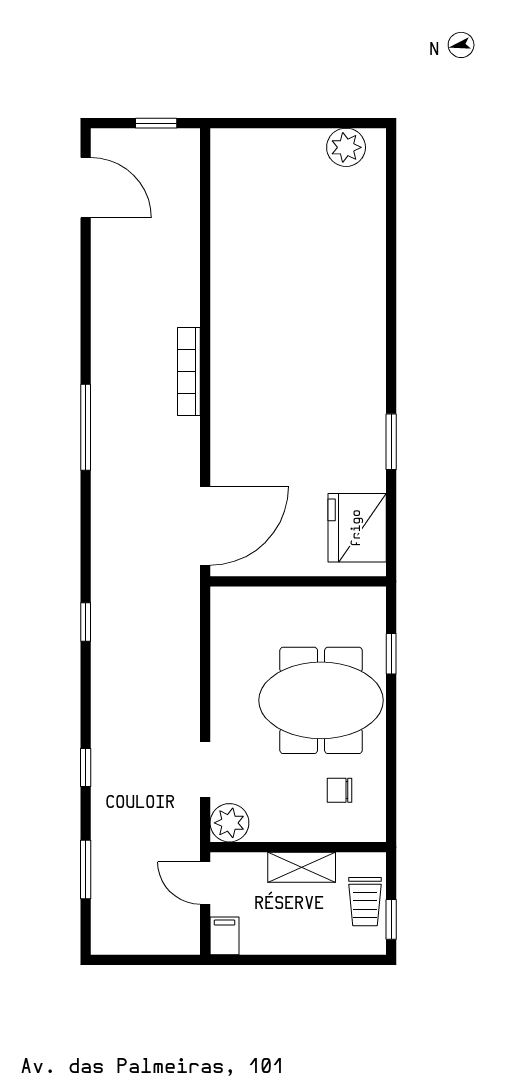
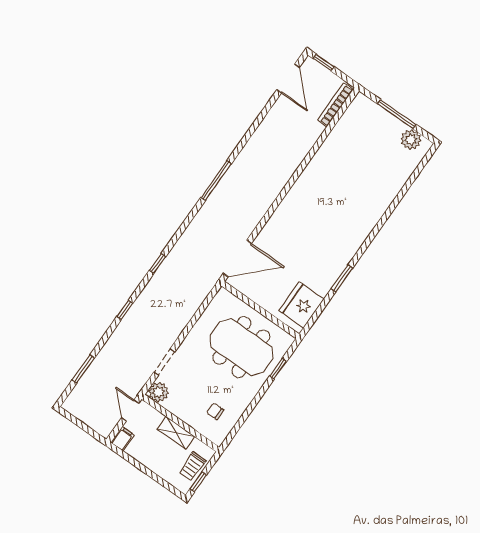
window: (156, 123) -> (324, 63), moved
window: (296, 123) -> (397, 114), added
bookcase: (189, 371) -> (335, 105), moved
meeting table: (321, 700) -> (241, 347), moved
window: (86, 767) -> (125, 310), moved

